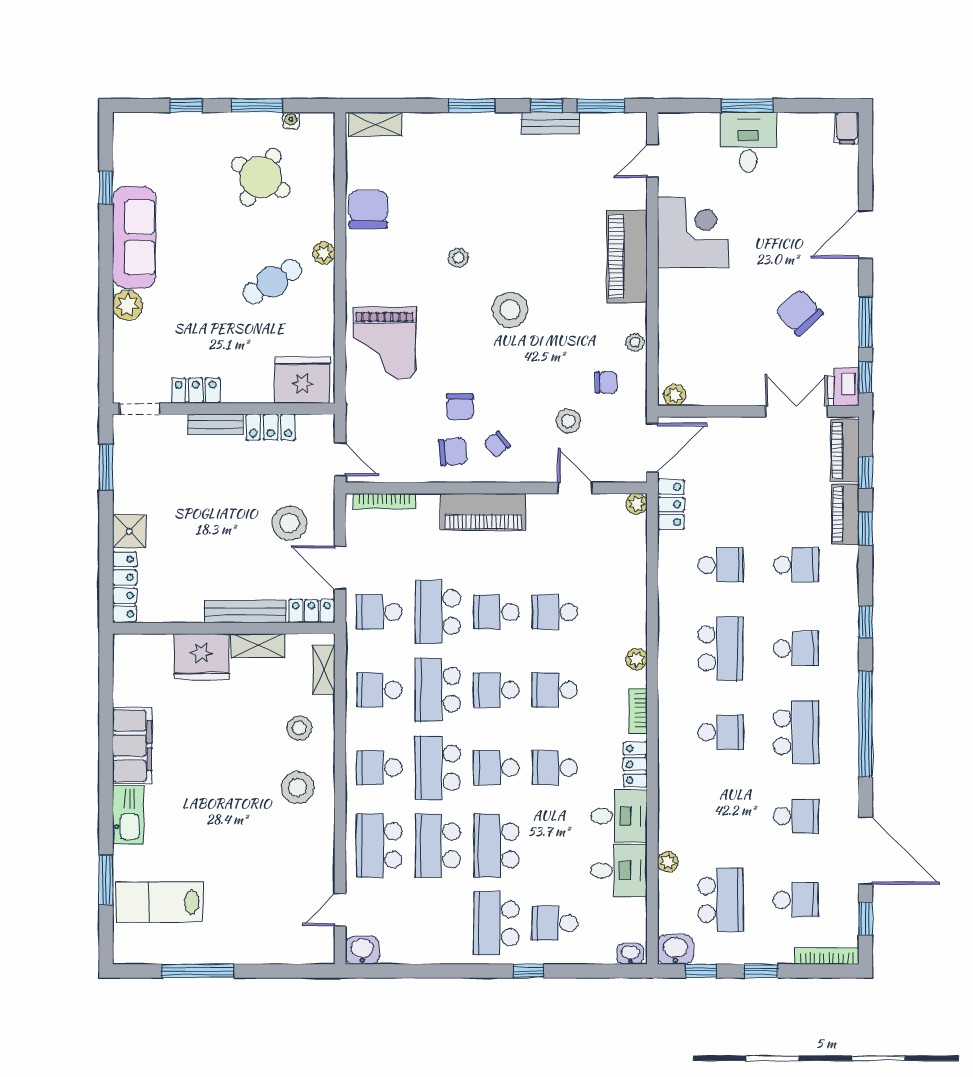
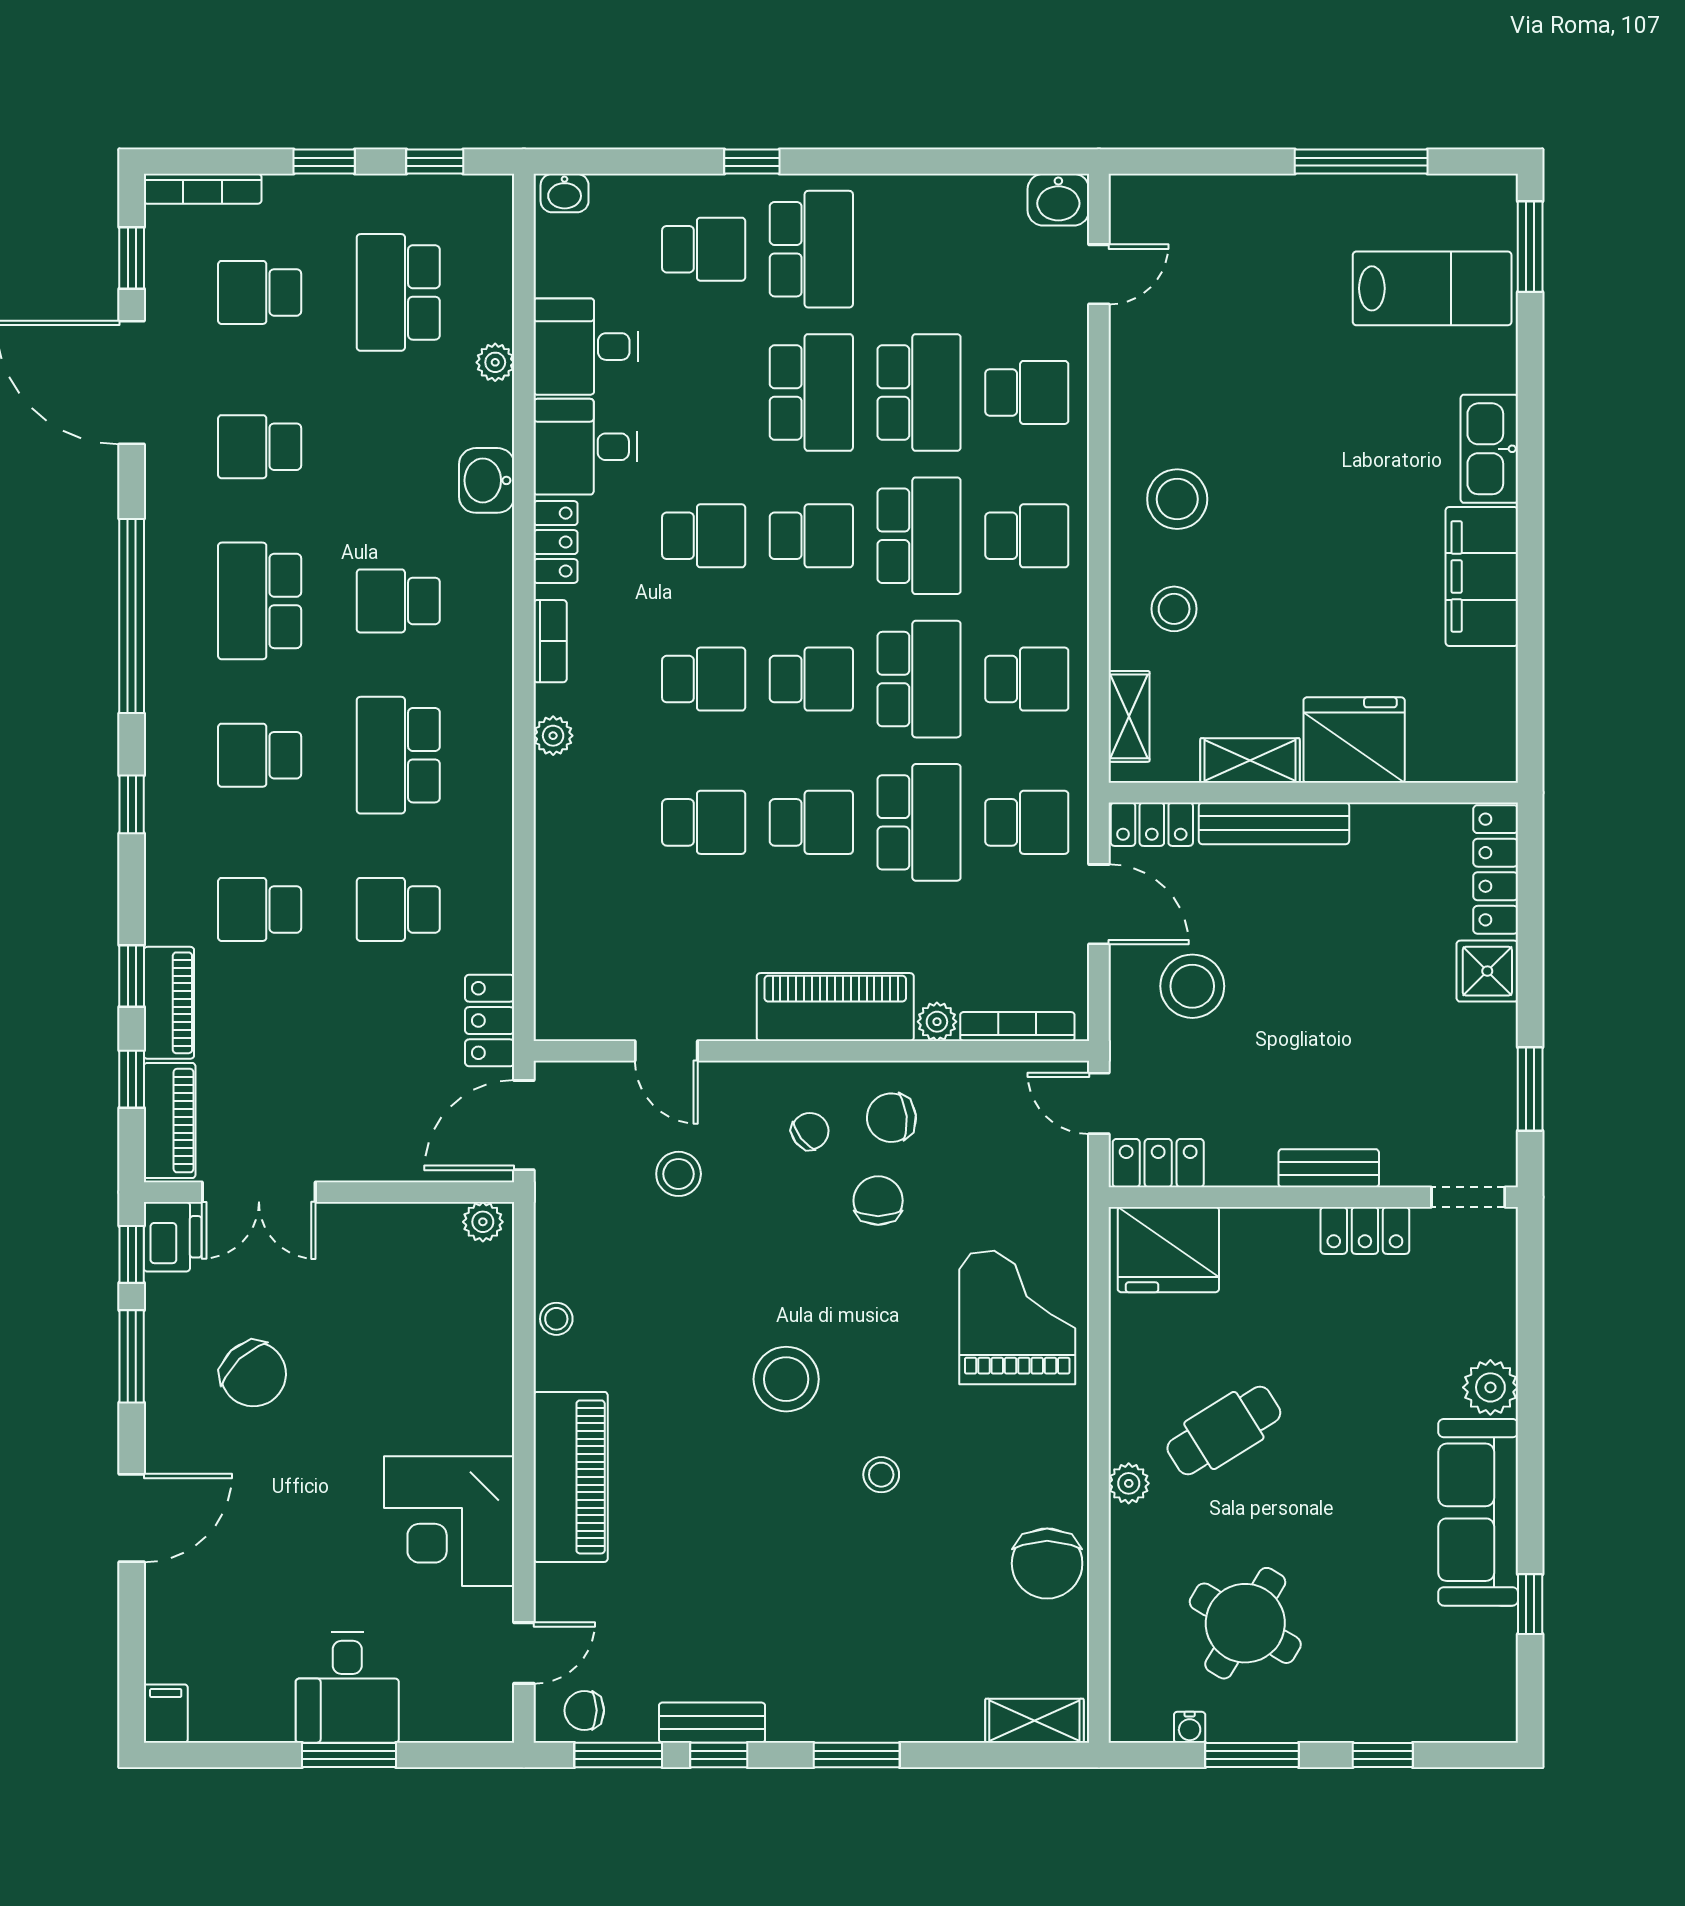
chair: (606, 383) -> (584, 1710), moved
locker: (271, 427) -> (1158, 1163), moved
plant: (637, 504) -> (937, 1022), moved
school desk: (379, 846) -> (1027, 392), width x0.54
window: (106, 880) -> (1530, 247), moved
washbasin: (675, 949) -> (487, 480), moved, turned 90

